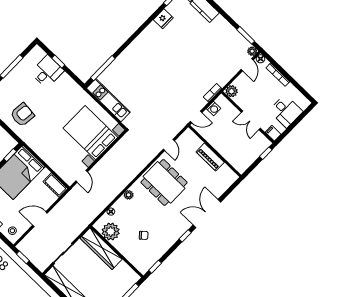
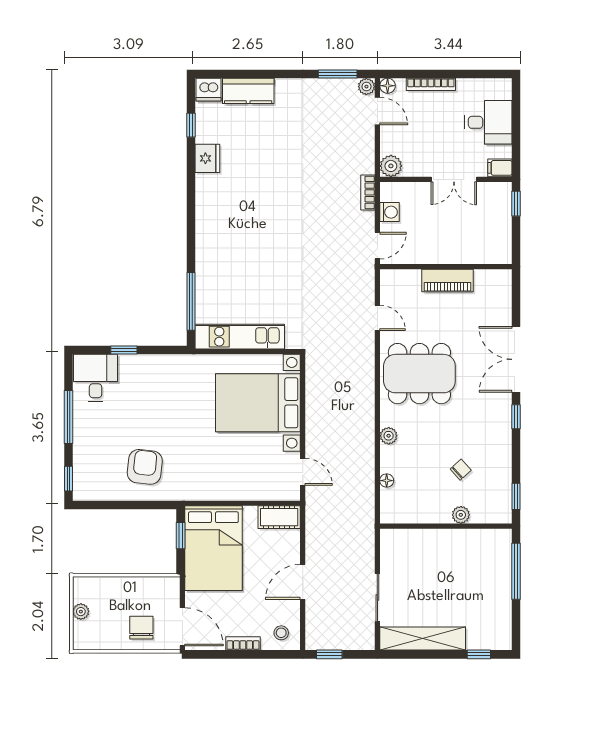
desk: (47, 72) -> (96, 378), moved
plant: (111, 232) -> (461, 515), moved, width x0.53, depth x0.53
wardrobe: (101, 249) -> (422, 542), removed

